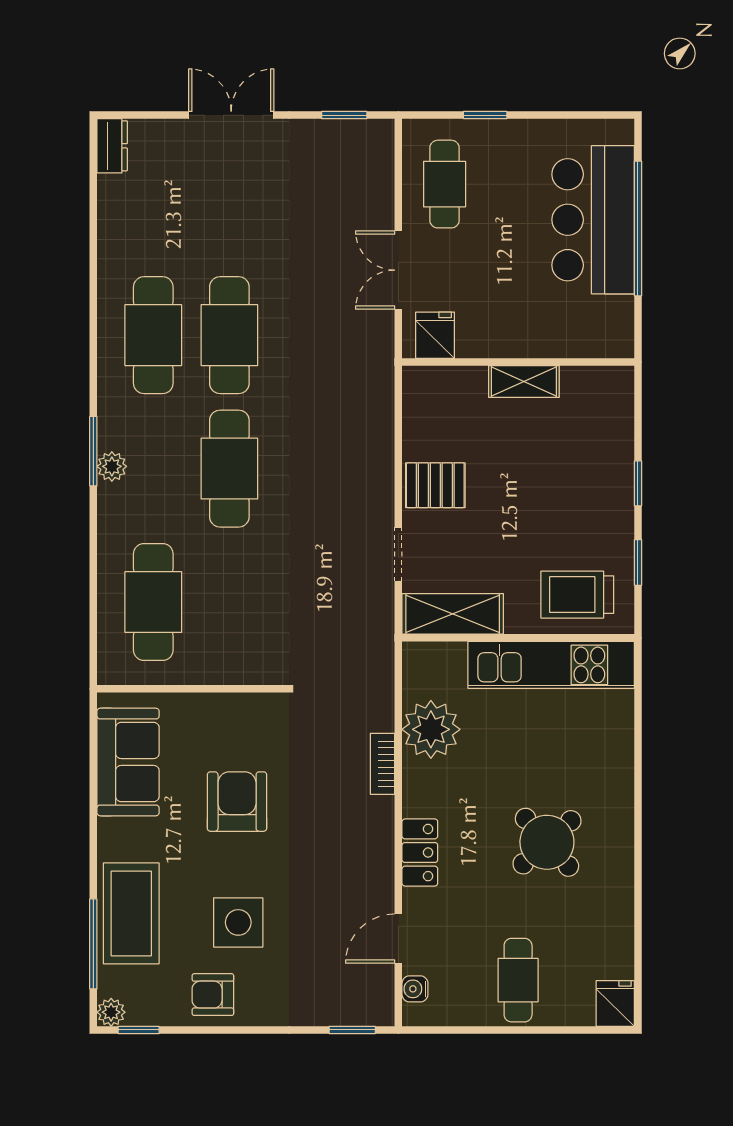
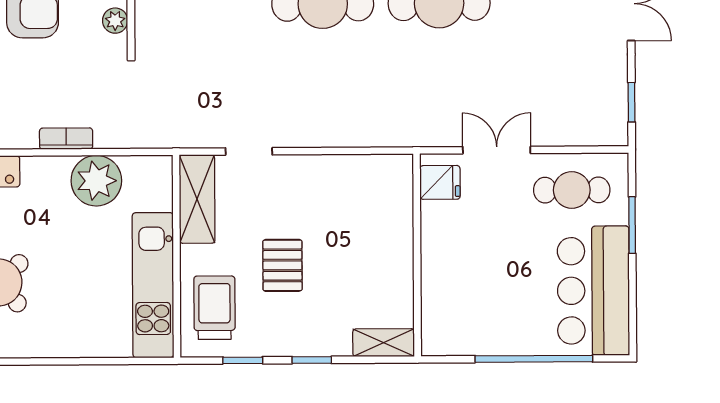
window: (485, 115) -> (632, 225), width x1.50
bar counter: (593, 220) -> (593, 291), moved, turned -90
shelving: (524, 381) -> (384, 343), moved, turned 90
pallet: (435, 485) -> (282, 265), moved
plant: (247, 707) -> (115, 21), added

